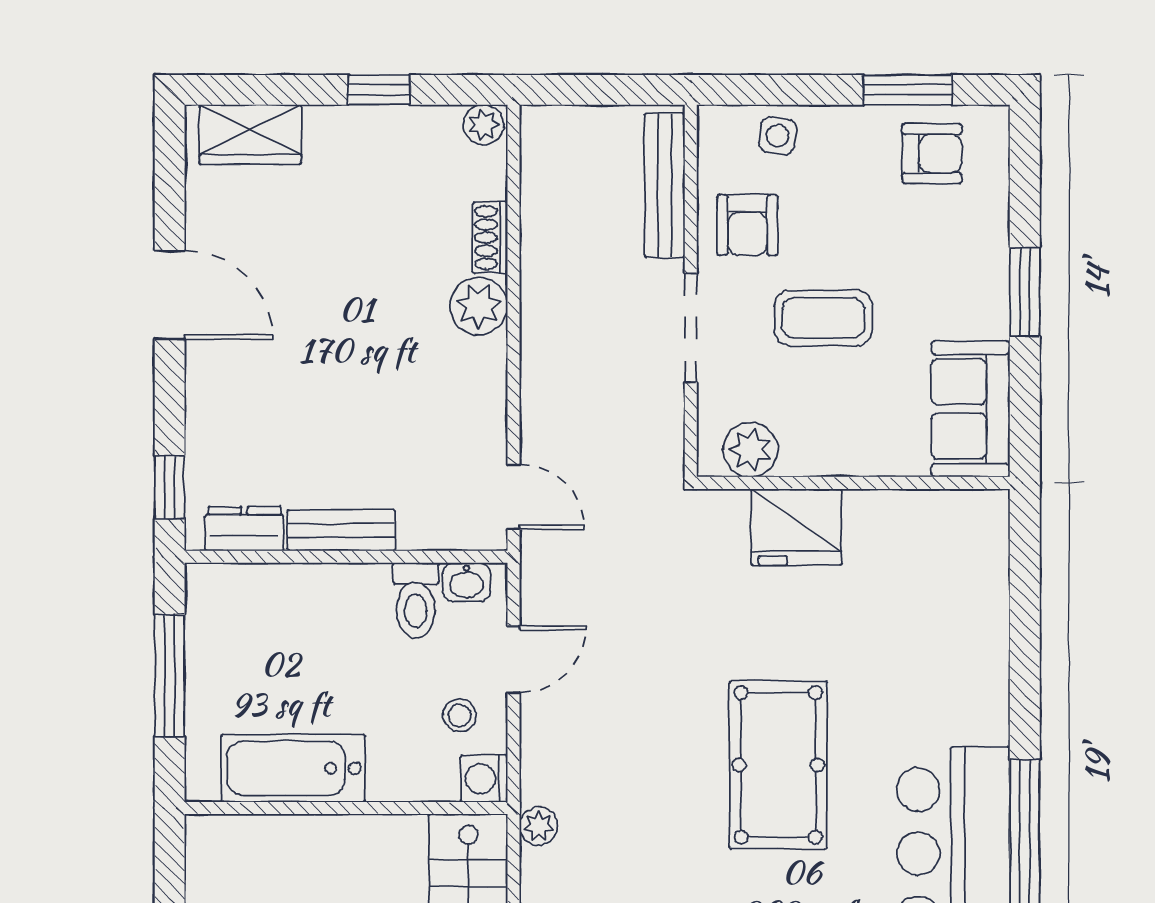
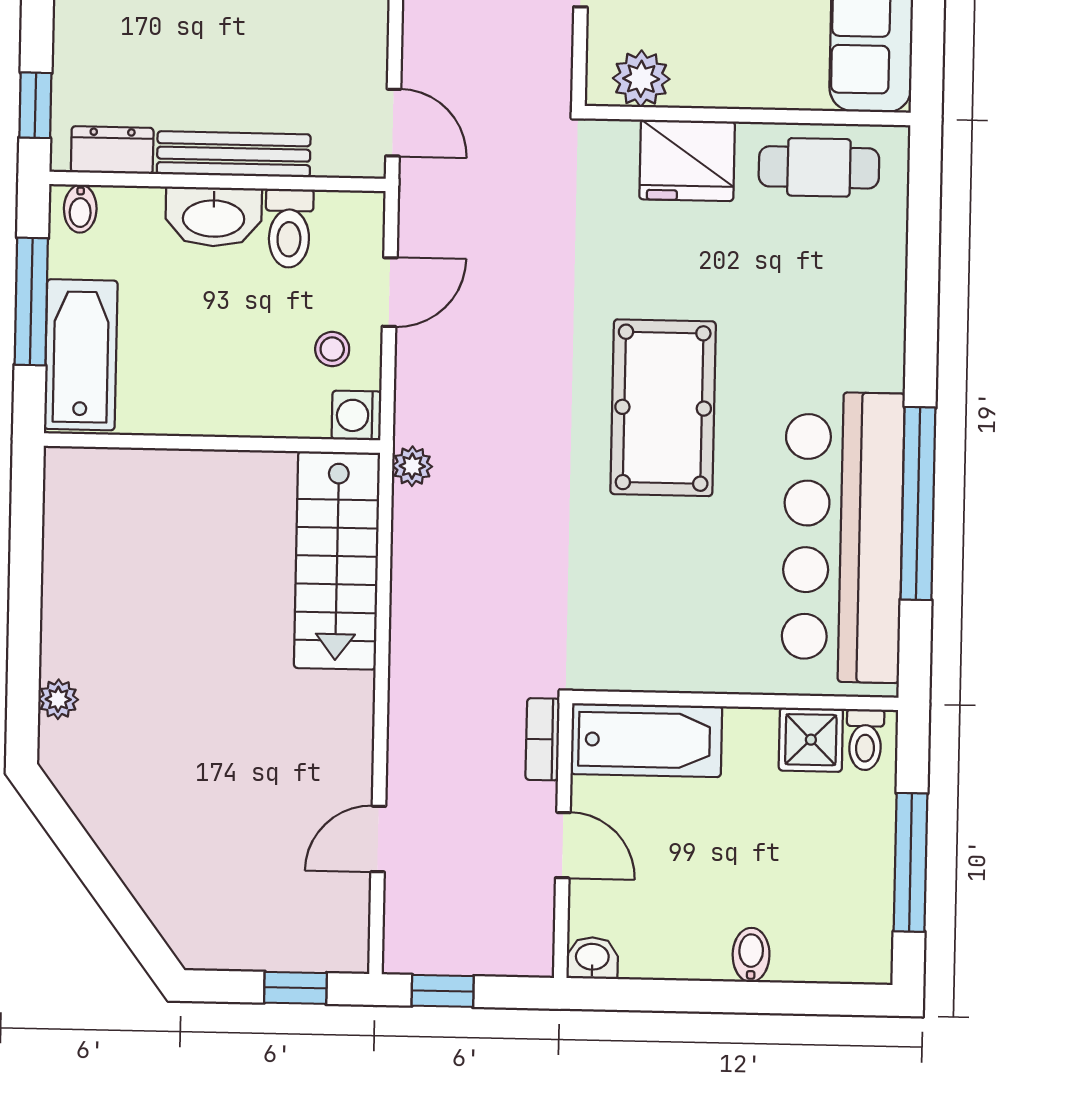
bench: (341, 530) -> (234, 154), width x1.36
cafe table: (923, 531) -> (819, 167), added
washbasin: (467, 582) -> (214, 217), moved, width x1.91, depth x1.45
bidet: (215, 586) -> (80, 209), added
bathtub: (293, 768) -> (81, 355), moved, turned 90

